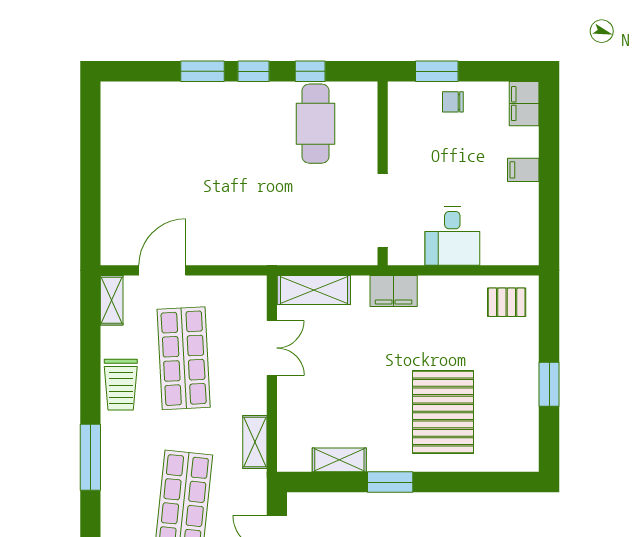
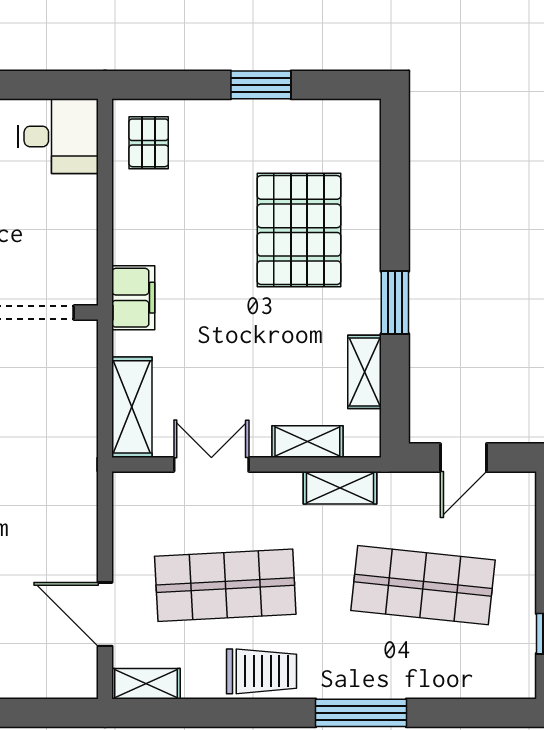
desk: (452, 236) -> (58, 136), moved
pallet: (443, 412) -> (299, 230), turned 90
shelving: (288, 418) -> (307, 442), added

